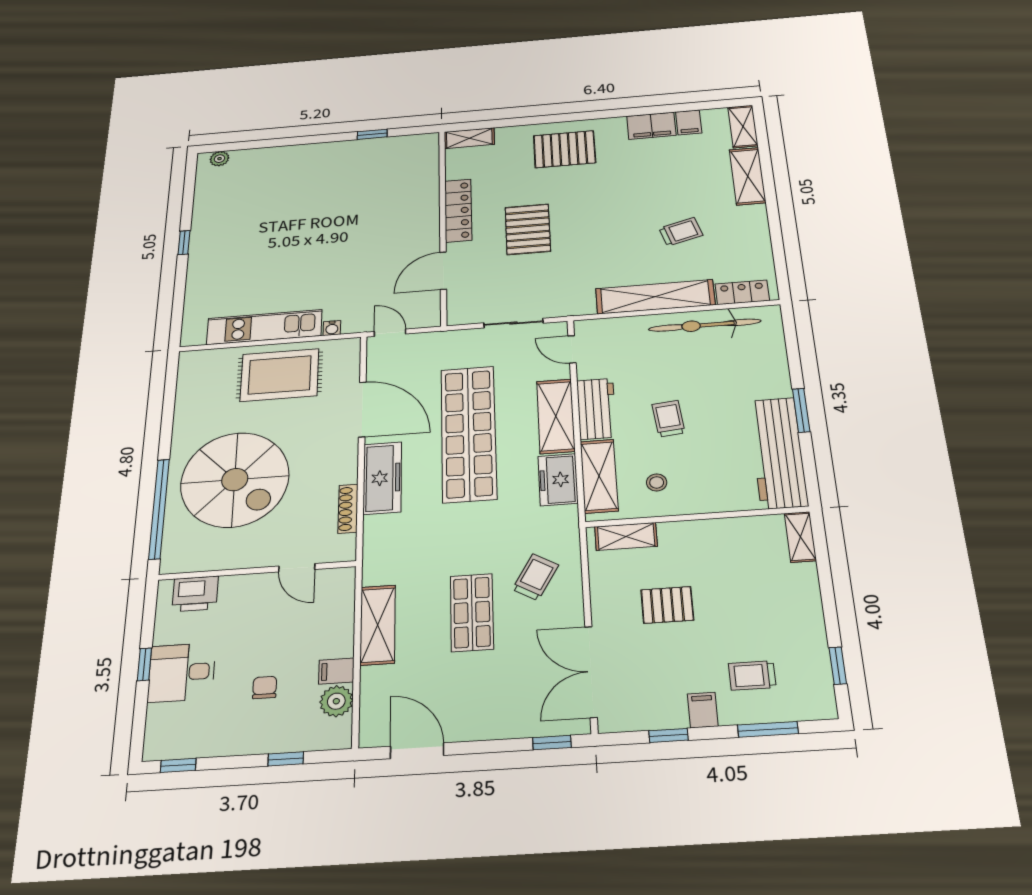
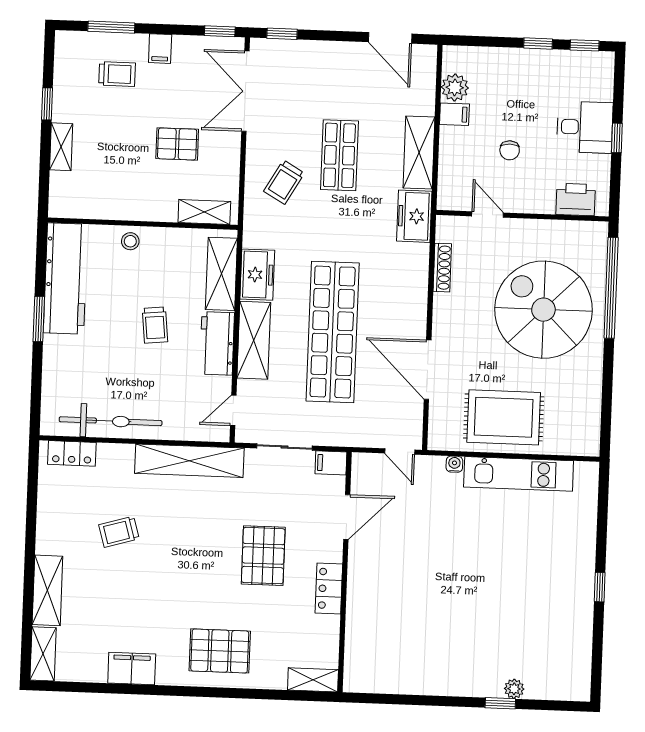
filing cabinet: (689, 122) -> (331, 463), moved, turned -90
window: (372, 134) -> (500, 703), moved
plant: (219, 159) -> (514, 689), moved
locker: (458, 210) -> (329, 589), width x0.66
shelving: (655, 297) -> (189, 461), moved
door: (572, 349) -> (233, 410), swing flipped
freezer: (382, 478) -> (414, 216), moved, width x0.71
stool: (657, 482) -> (130, 241), moved
shelving: (800, 537) -> (61, 147), moved
window: (838, 666) -> (47, 104), moved
double door: (591, 672) -> (245, 91), swing flipped
chair: (265, 687) -> (510, 150), moved
window: (668, 735) -> (220, 31), moved
window: (286, 759) -> (538, 44), moved

